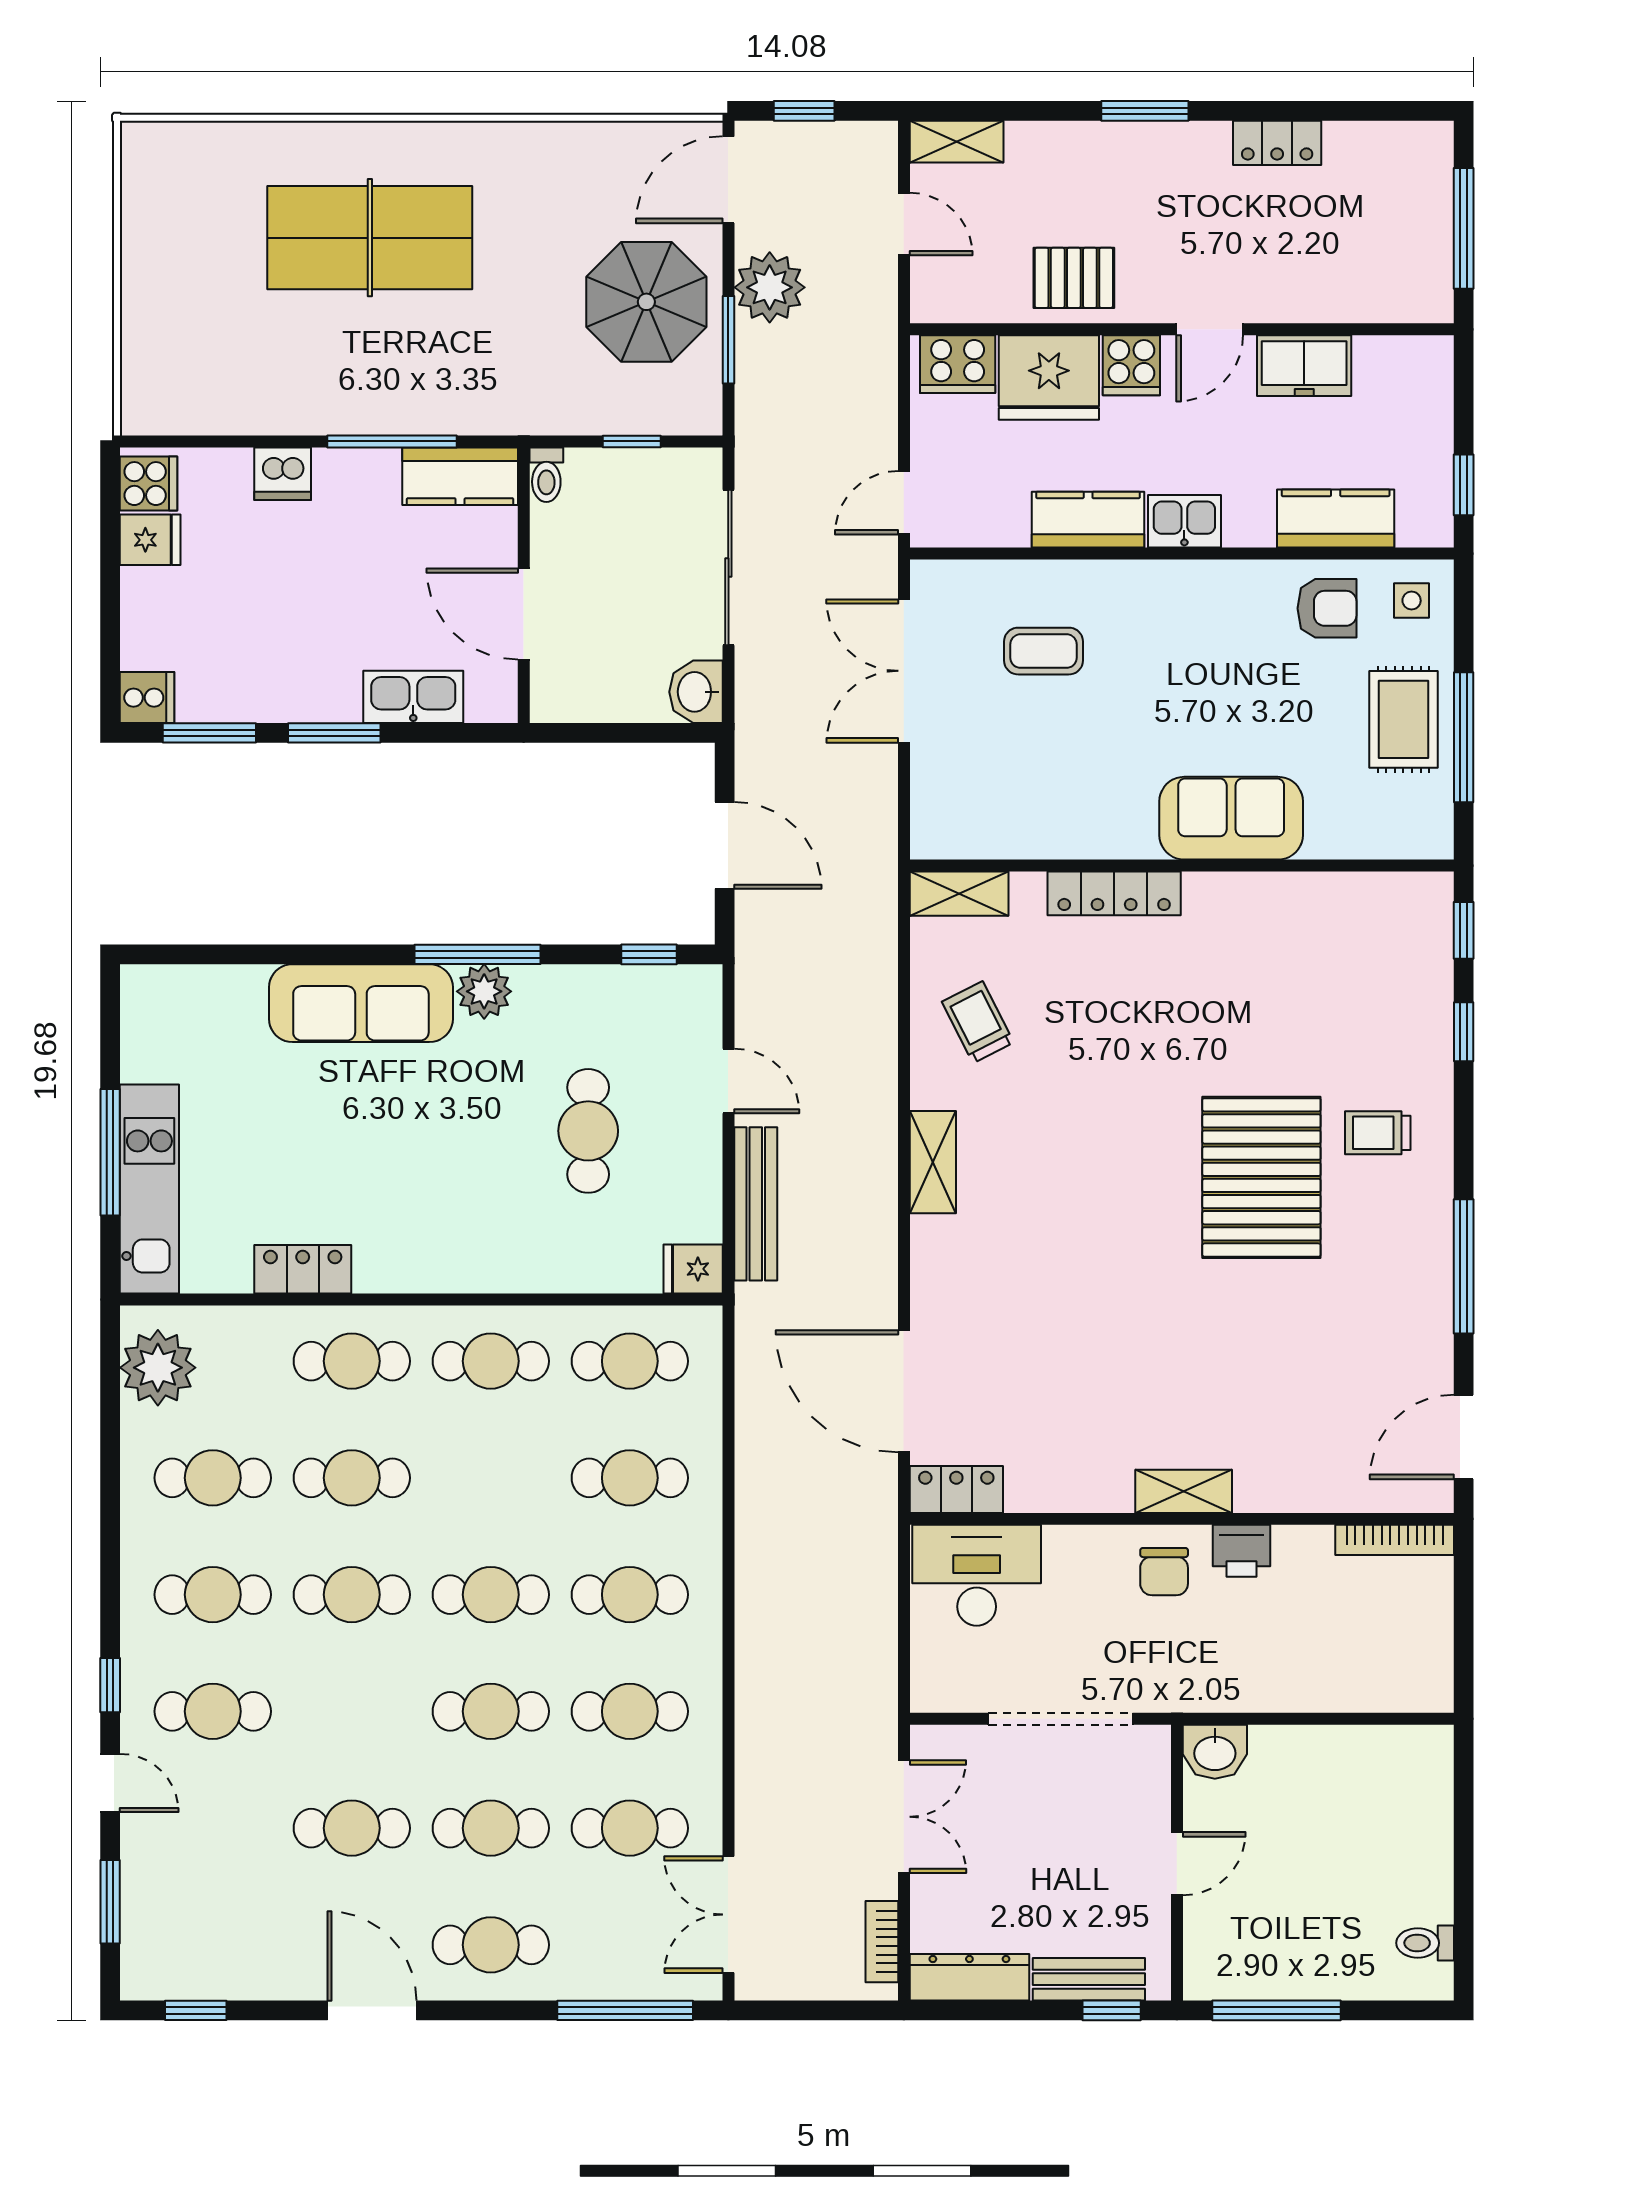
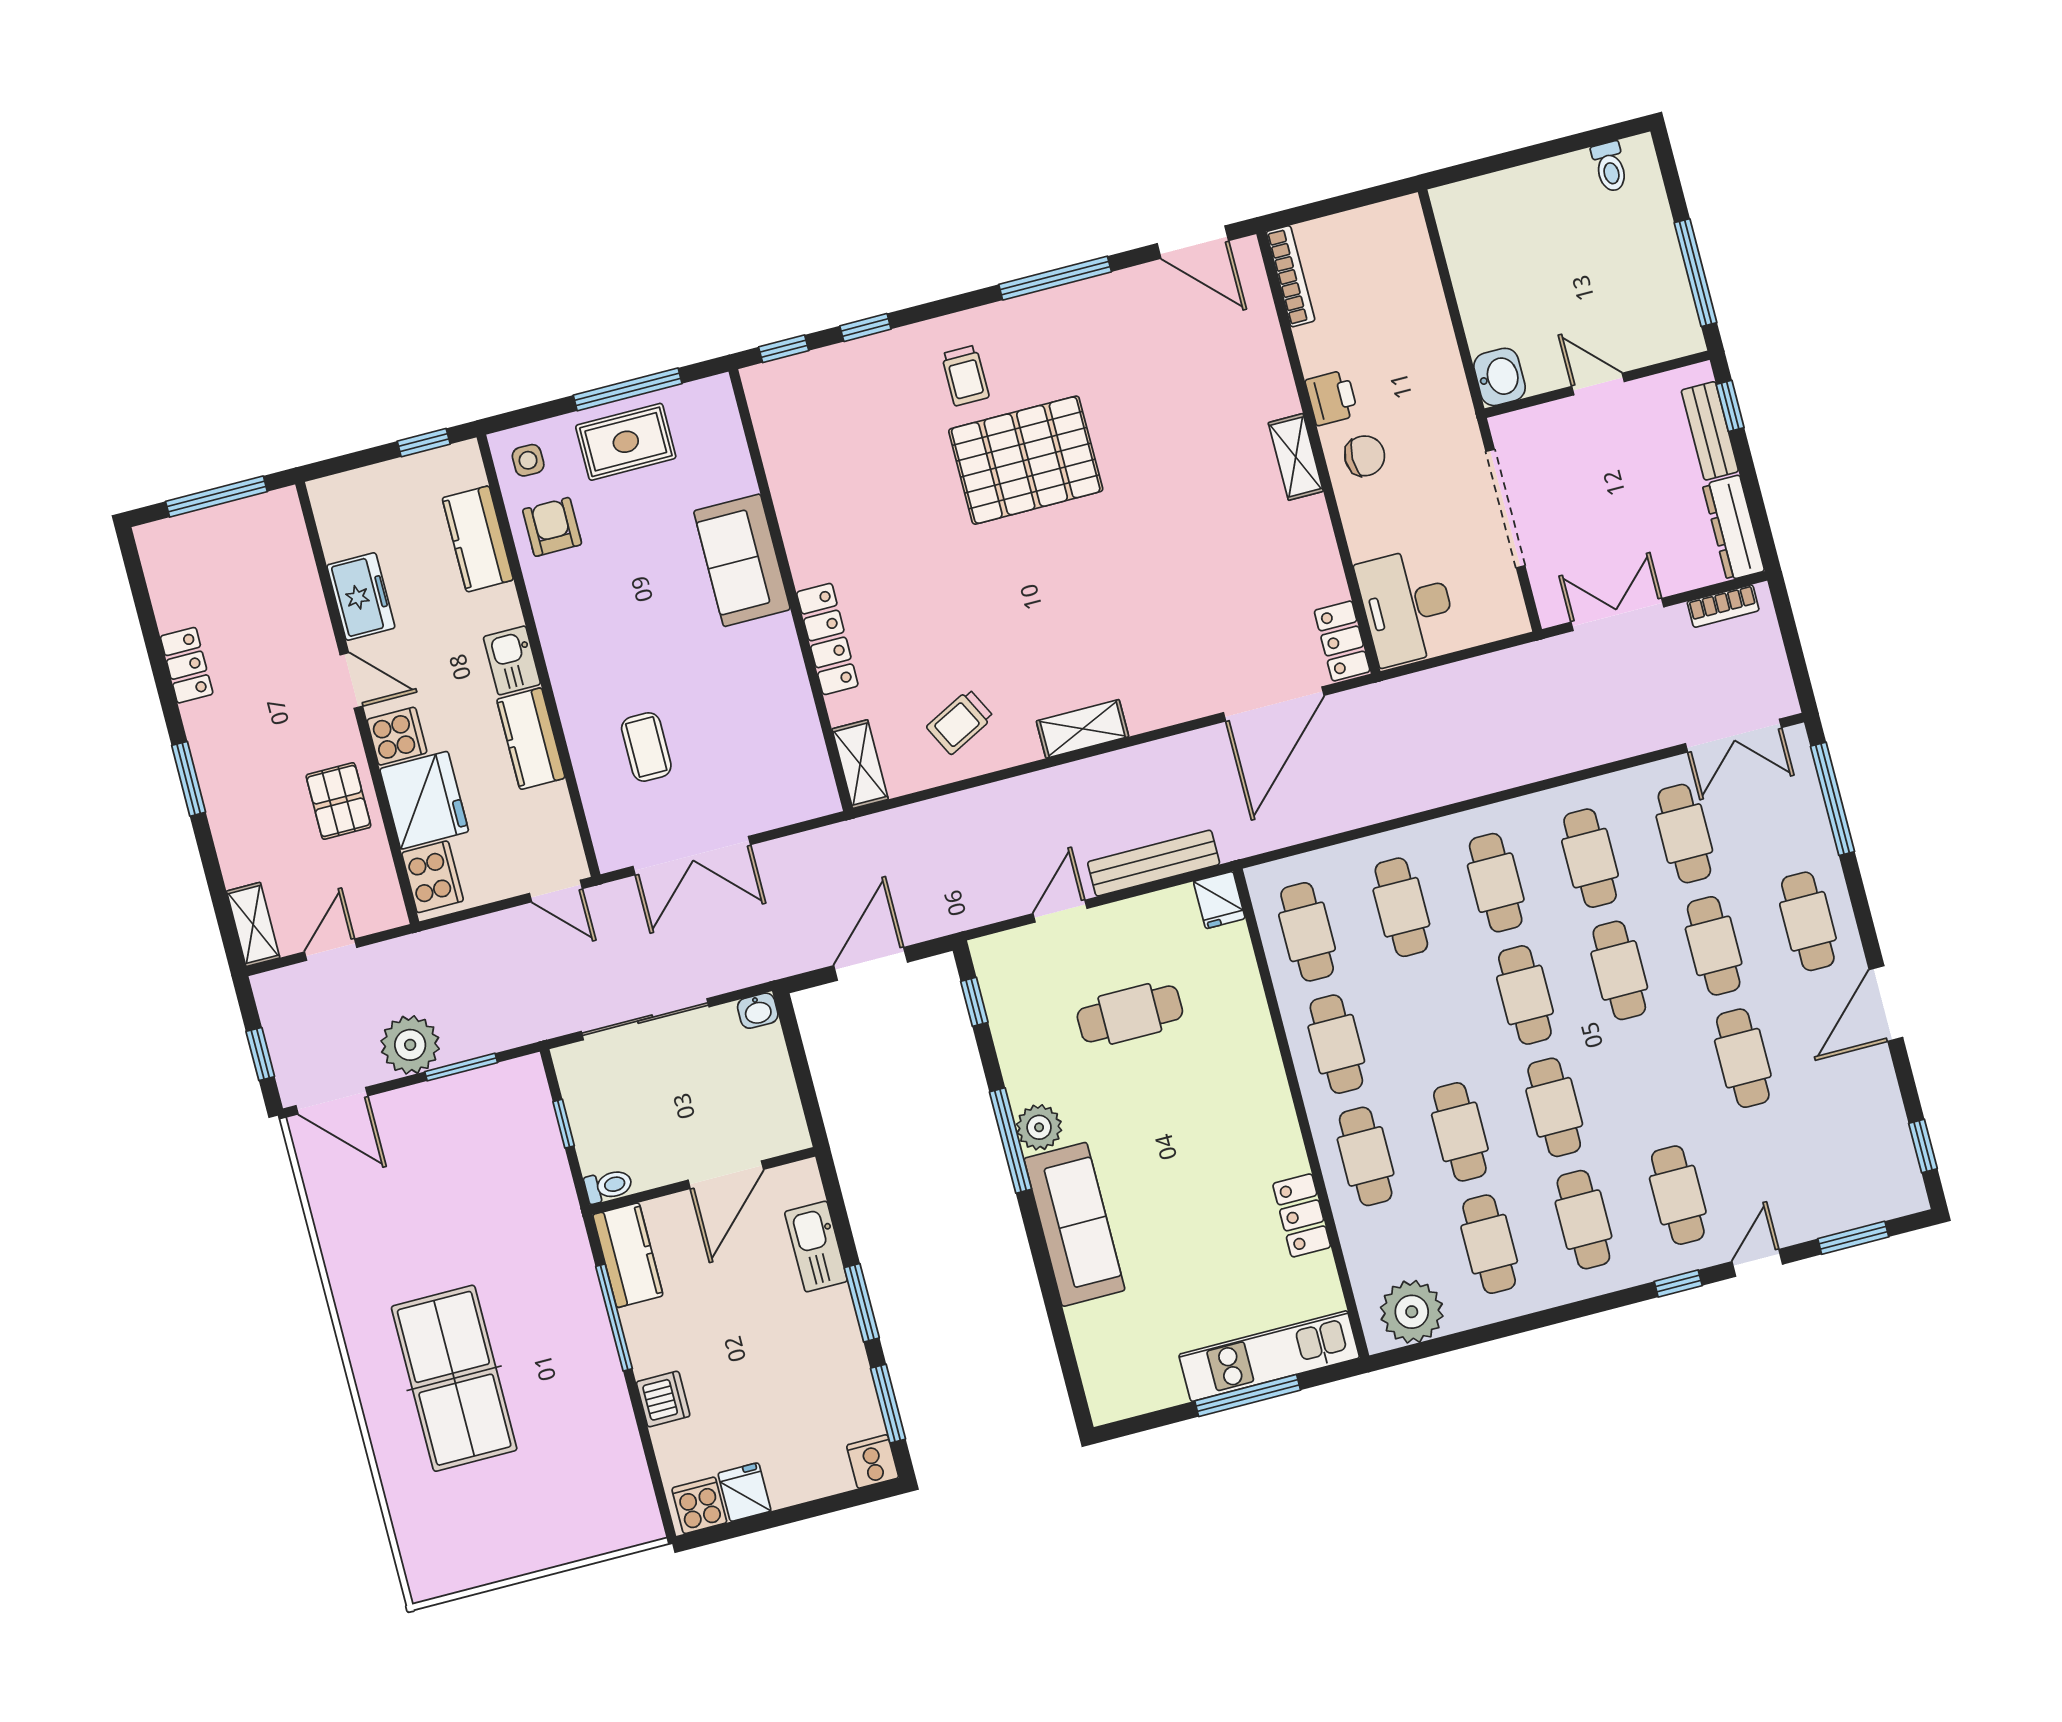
parasol: (646, 302) -> (448, 1141), removed
washbasin: (696, 692) -> (758, 1011), width x0.72, depth x0.69

